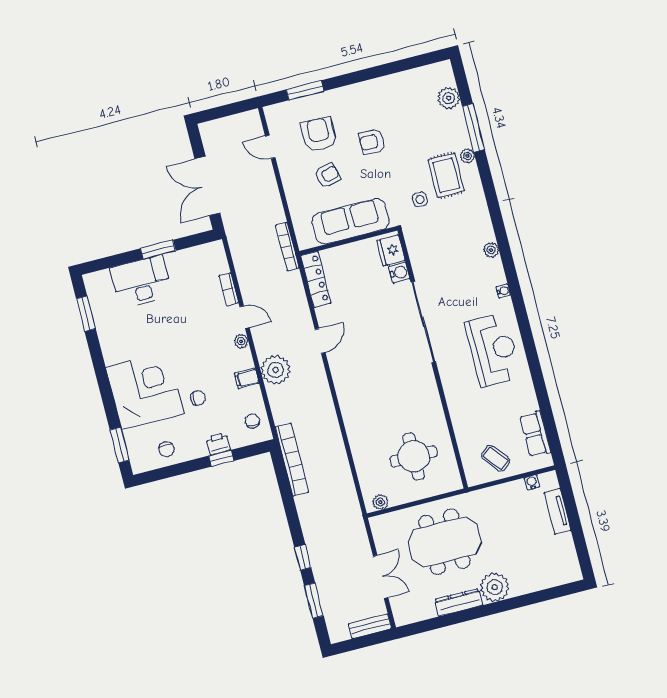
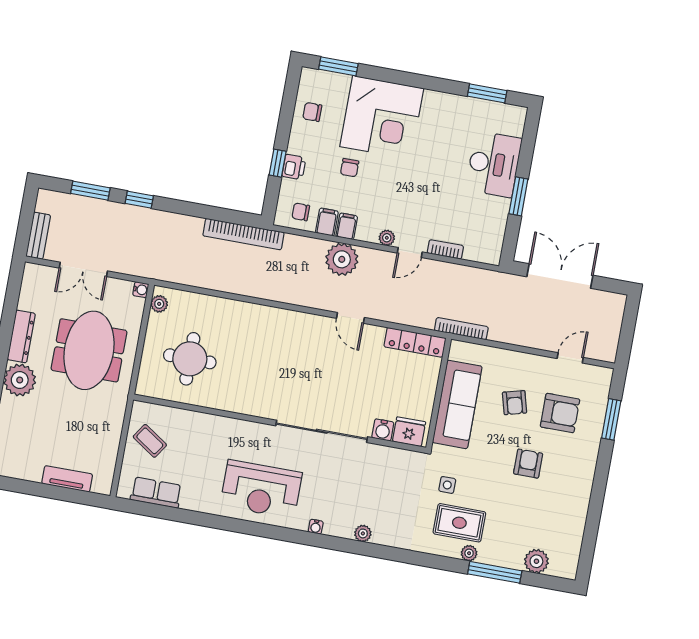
filing cabinet: (251, 396) -> (327, 222), added
chair: (252, 421) -> (301, 212), turned 180
coffee table: (496, 458) -> (150, 441), turned 72
water cooler: (532, 482) -> (141, 290), moved

